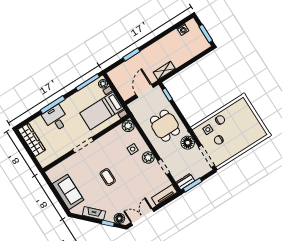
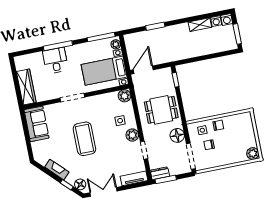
washing machine: (192, 24) -> (227, 19), added
shelving: (164, 71) -> (200, 25), moved
door: (145, 91) -> (143, 70), moved
dining table: (165, 126) -> (161, 110), turned 90
plant: (260, 133) -> (253, 153), added
wardrobe: (32, 140) -> (26, 87), moved
coffee table: (108, 177) -> (84, 139), width x1.86, depth x1.72
sofa: (68, 192) -> (37, 124), moved

